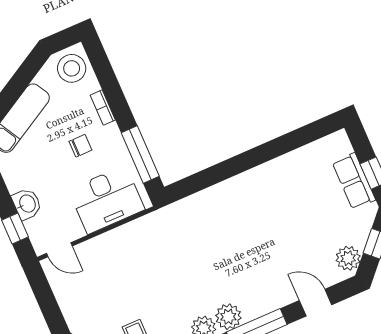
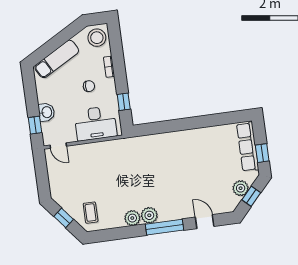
window: (140, 155) -> (124, 102), width x0.46
row of seats: (354, 181) -> (248, 147), width x1.48
plant: (348, 258) -> (241, 188), moved

